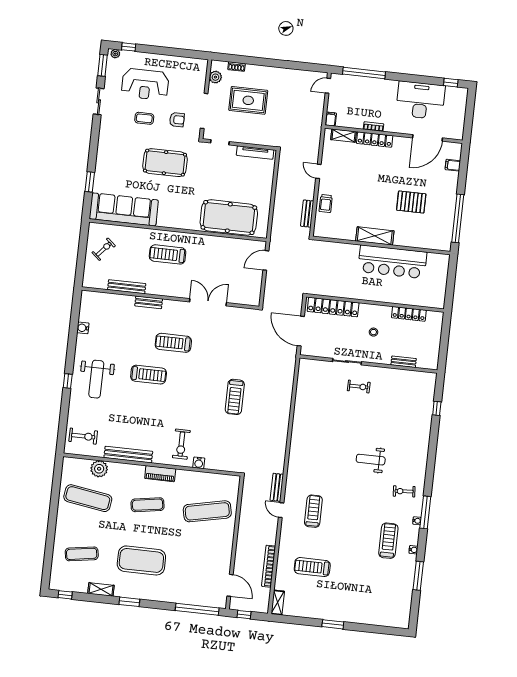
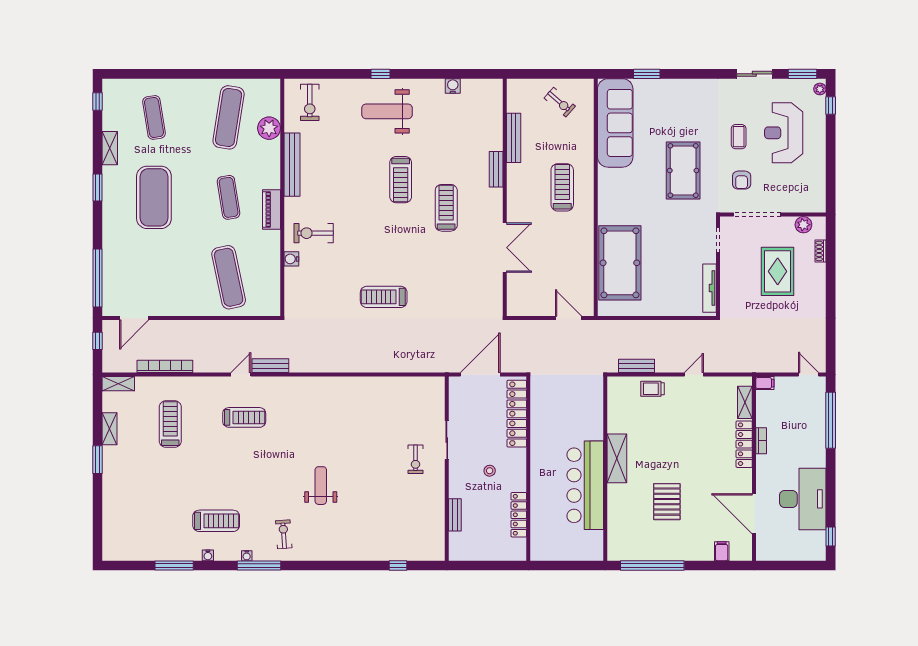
shelving: (311, 613) -> (109, 429), added

